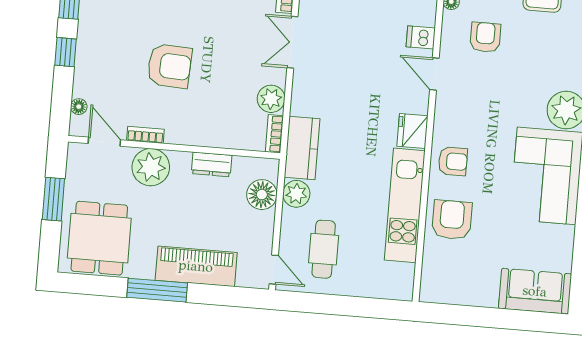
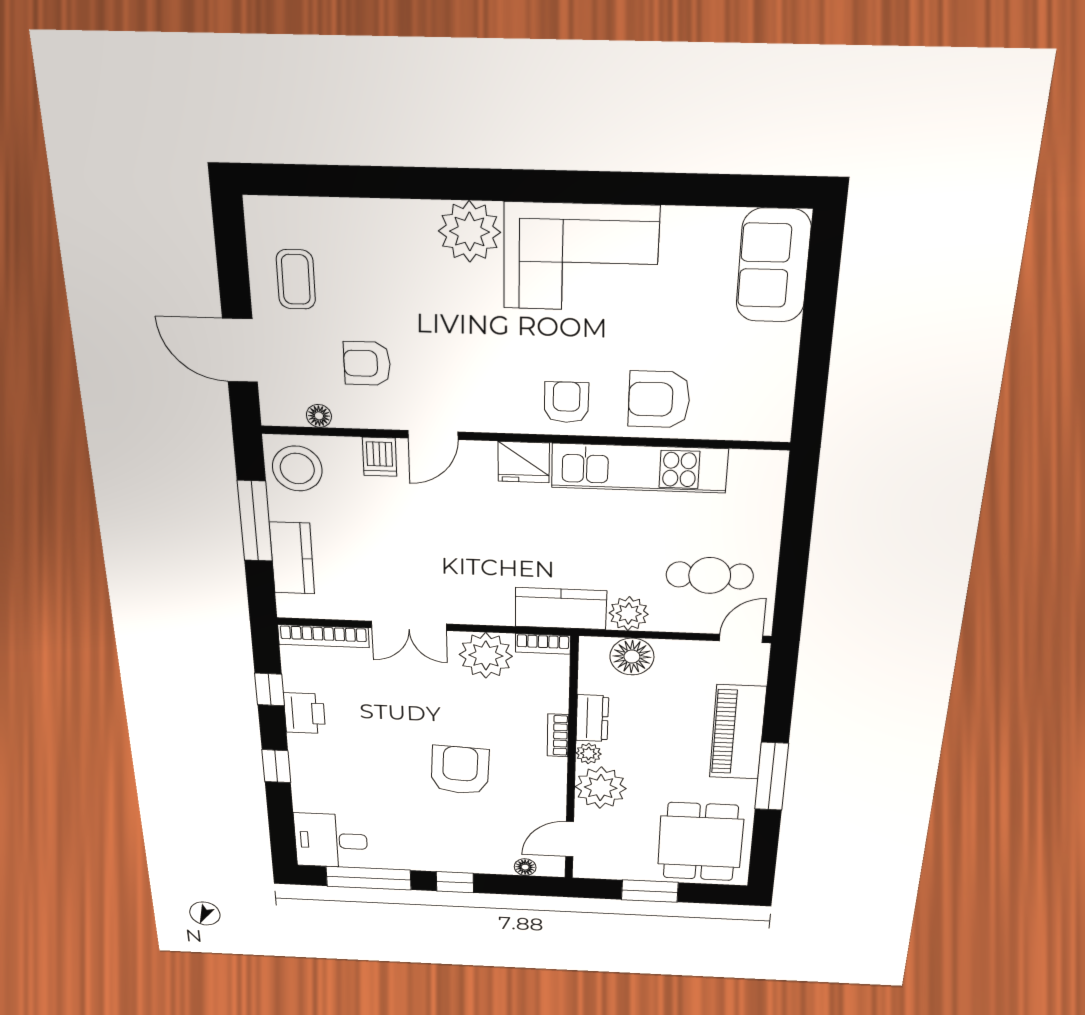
plant: (271, 99) -> (486, 655), width x1.36, depth x1.36
bookcase: (145, 135) -> (558, 735), moved
plant: (181, 160) -> (589, 753), added
dining table: (99, 238) -> (701, 842), turned 90

